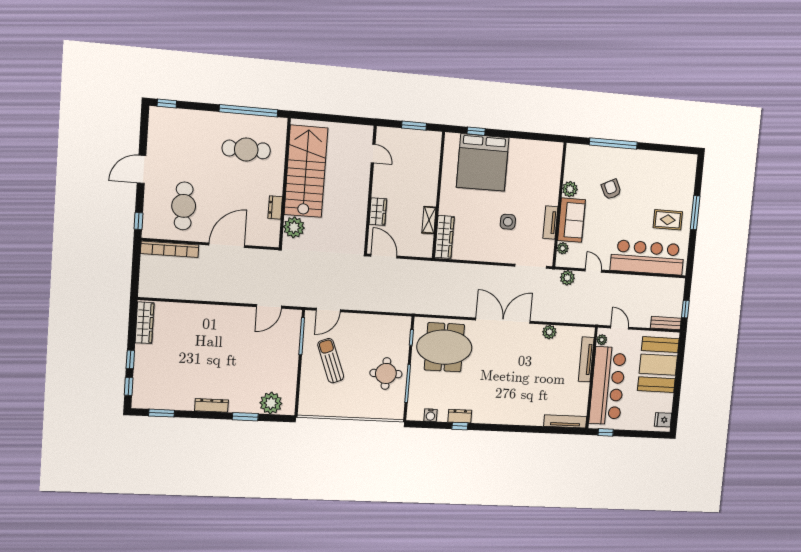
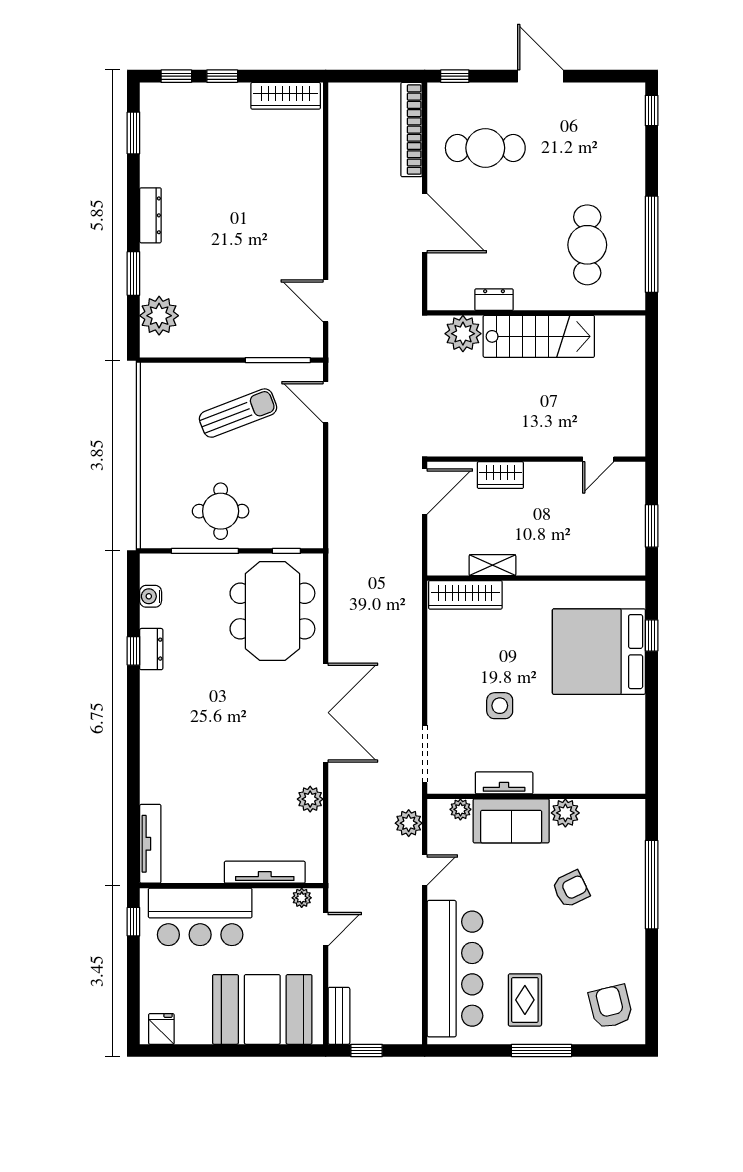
stairs: (306, 171) -> (539, 336), width x0.73, depth x0.66
armchair: (676, 172) -> (611, 1007), added
bar counter: (608, 386) -> (200, 917), width x0.73

